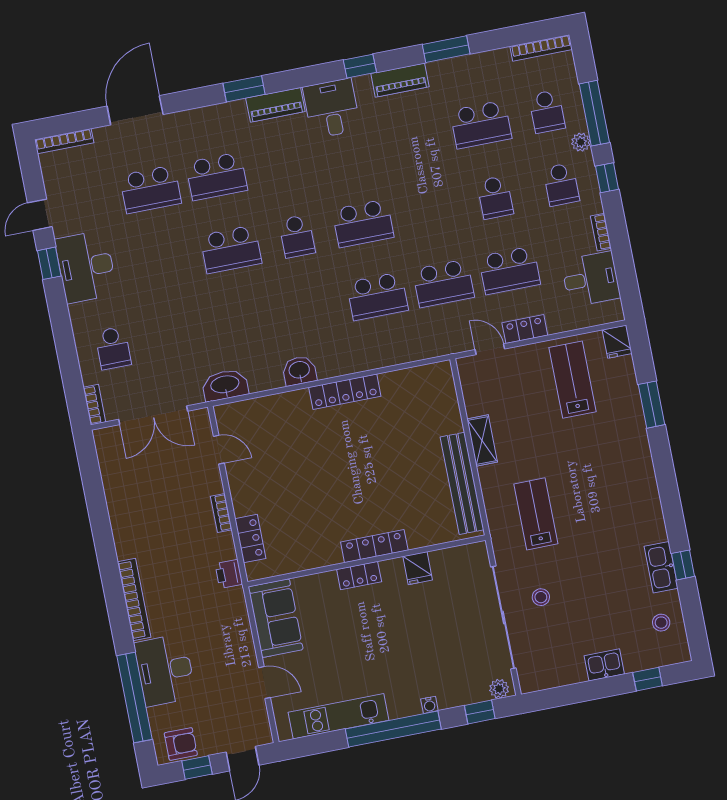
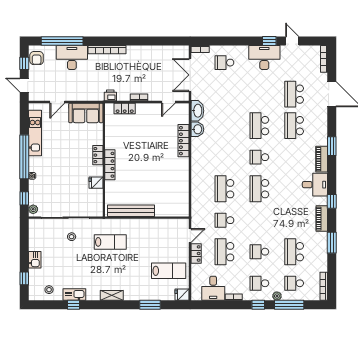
school desk: (443, 283) -> (224, 220), width x0.54
washbasin: (299, 371) -> (197, 129), moved
locker: (345, 392) -> (184, 141), moved
shelving: (482, 440) -> (112, 295), moved

